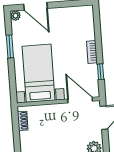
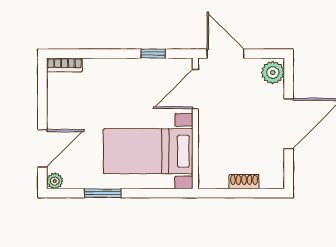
bookcase: (92, 52) -> (64, 65), moved
shoe rack: (23, 121) -> (244, 182), moved

